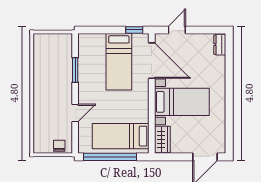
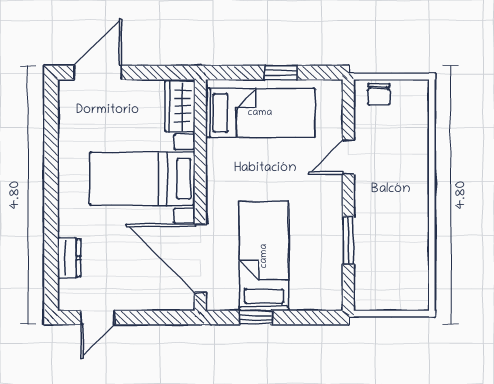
window: (134, 30) -> (256, 317), moved
door: (177, 30) -> (98, 317), moved
dresser: (220, 45) -> (69, 258), moved
window: (110, 157) -> (281, 73), width x0.32

